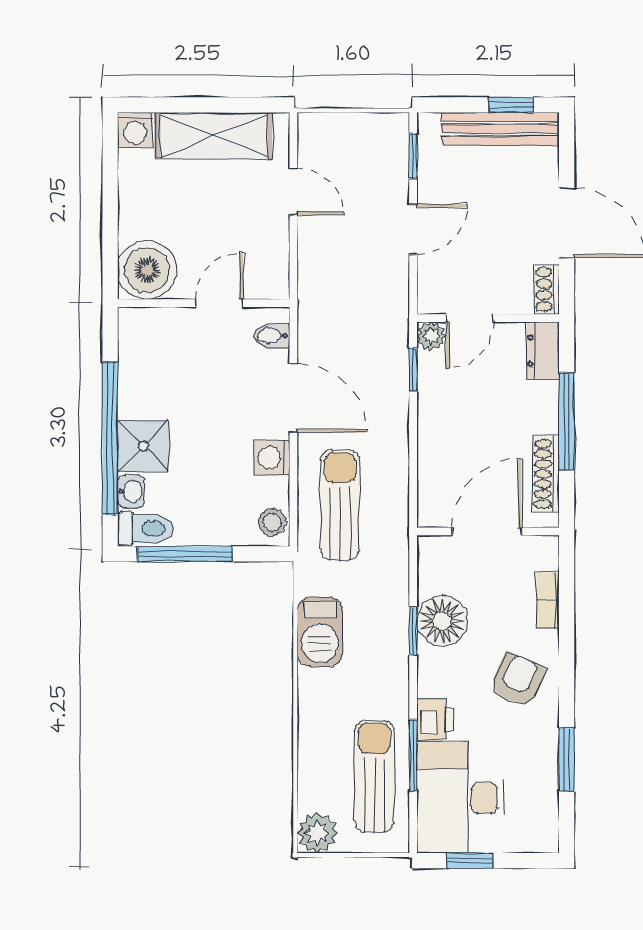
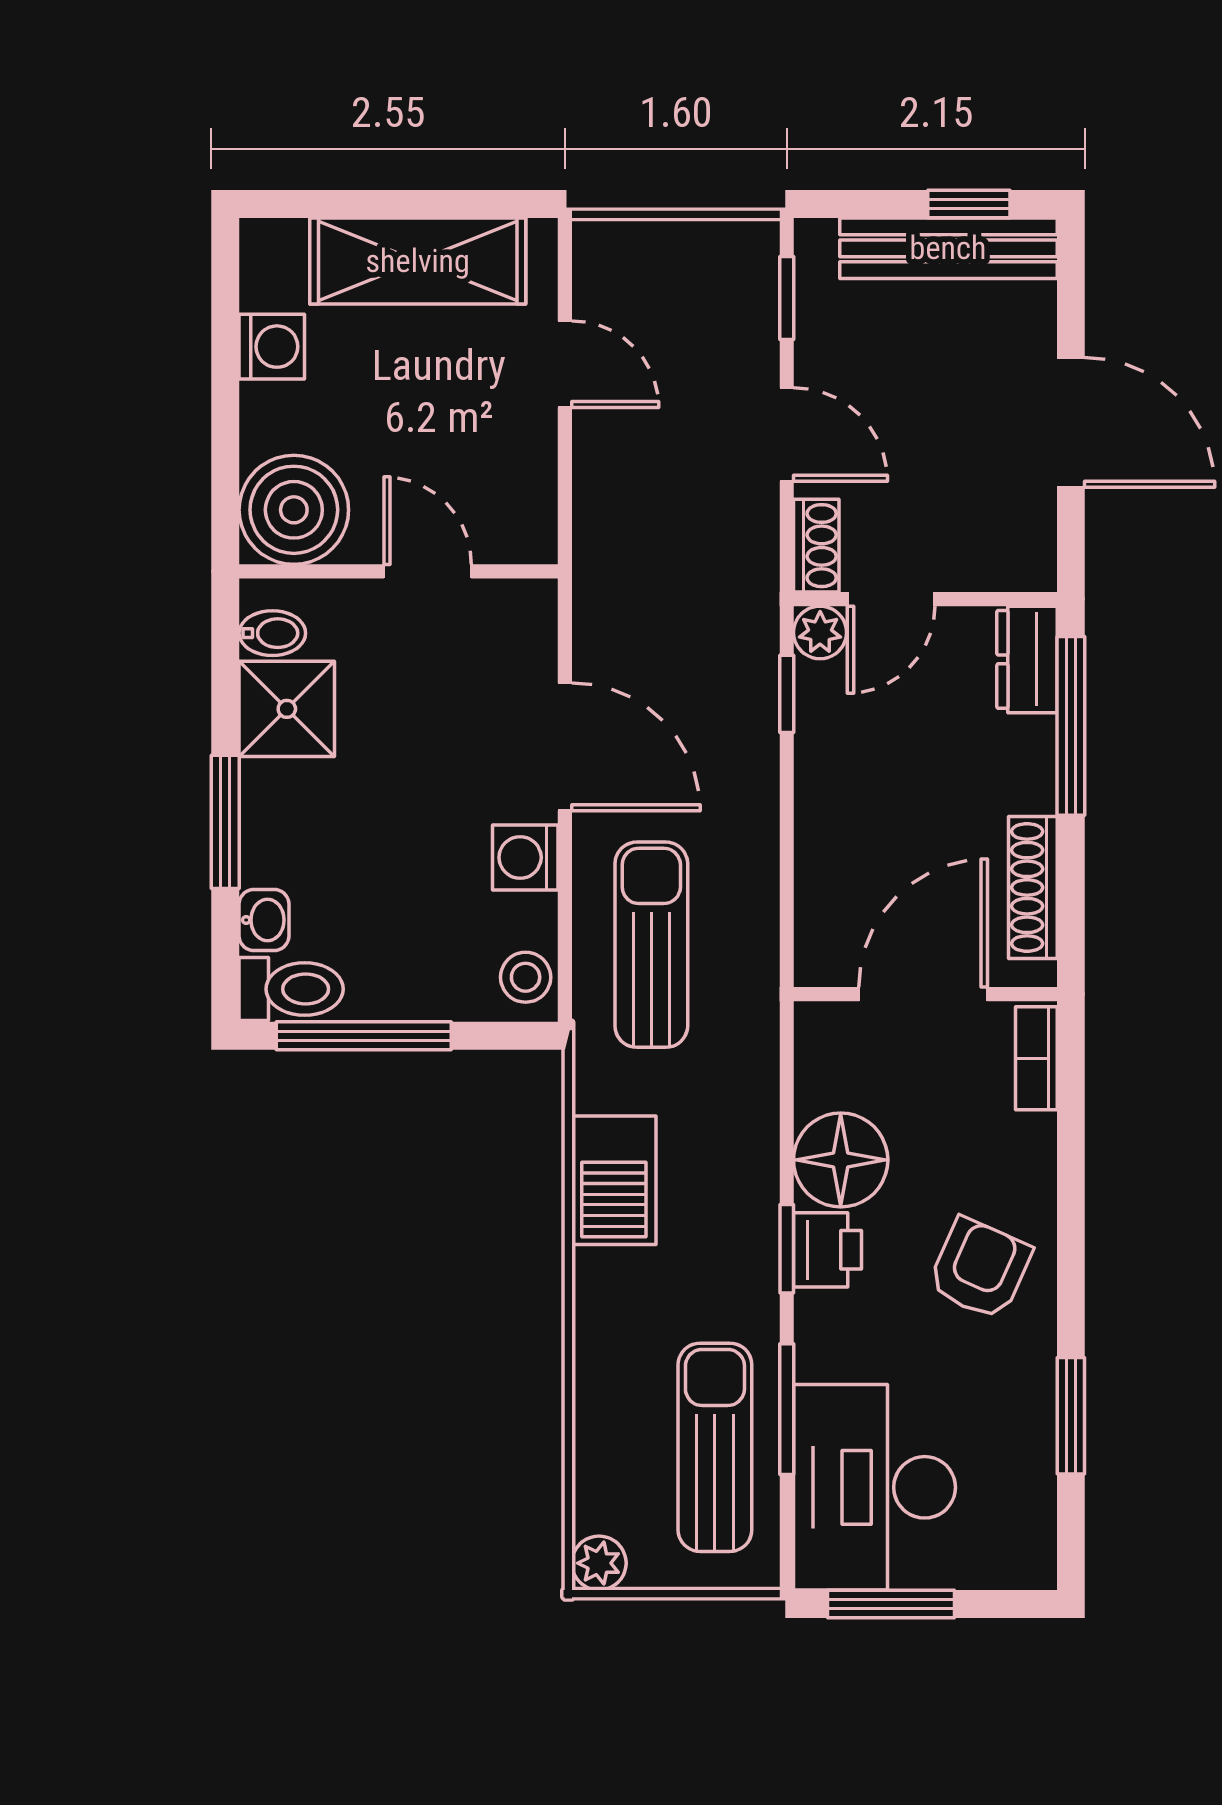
washing machine: (135, 130) -> (272, 347), moved, turned -90
door: (413, 229) -> (787, 435), hinge flipped
shoe rack: (547, 289) -> (816, 546), moved, turned 180
door: (219, 303) -> (428, 571), hinge flipped
bidet: (272, 336) -> (272, 633), moved, turned 180
window: (567, 422) -> (1071, 726), moved
window: (110, 438) -> (225, 822), width x0.47
shower: (143, 446) -> (287, 709), moved
bookcase: (548, 600) -> (1036, 1058), moved
window: (413, 631) -> (787, 1249), moved
printer: (435, 719) -> (827, 1250), moved
plant: (317, 833) -> (599, 1563), width x0.73, depth x0.73
window: (469, 861) -> (891, 1604), width x1.50

